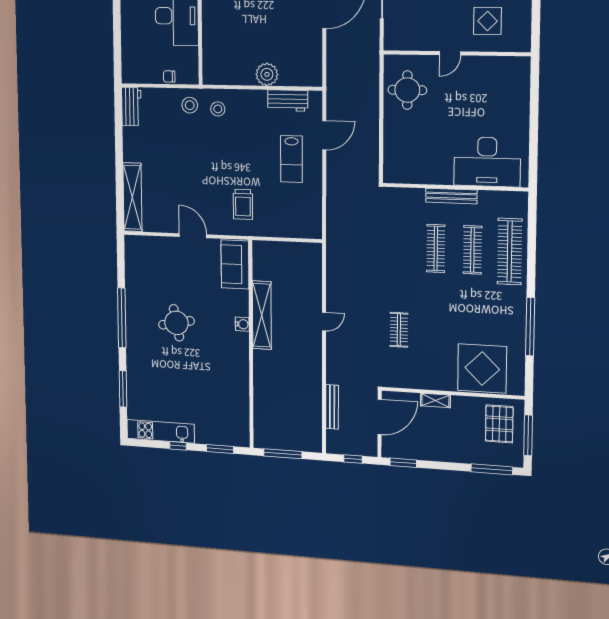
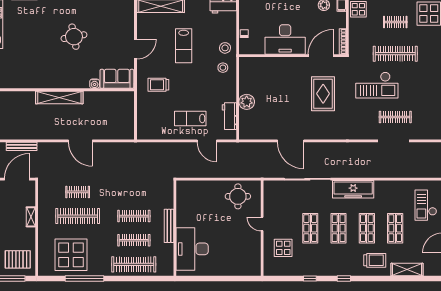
lab bench: (187, 166) -> (184, 46), added
shelving: (262, 315) -> (59, 97), moved
door: (324, 322) -> (80, 141), width x1.88
water cooler: (242, 324) -> (95, 84), moved
clothes rail: (435, 332) -> (78, 216), added
display table: (482, 368) -> (71, 255), moved
door: (380, 417) -> (17, 179), swing flipped

